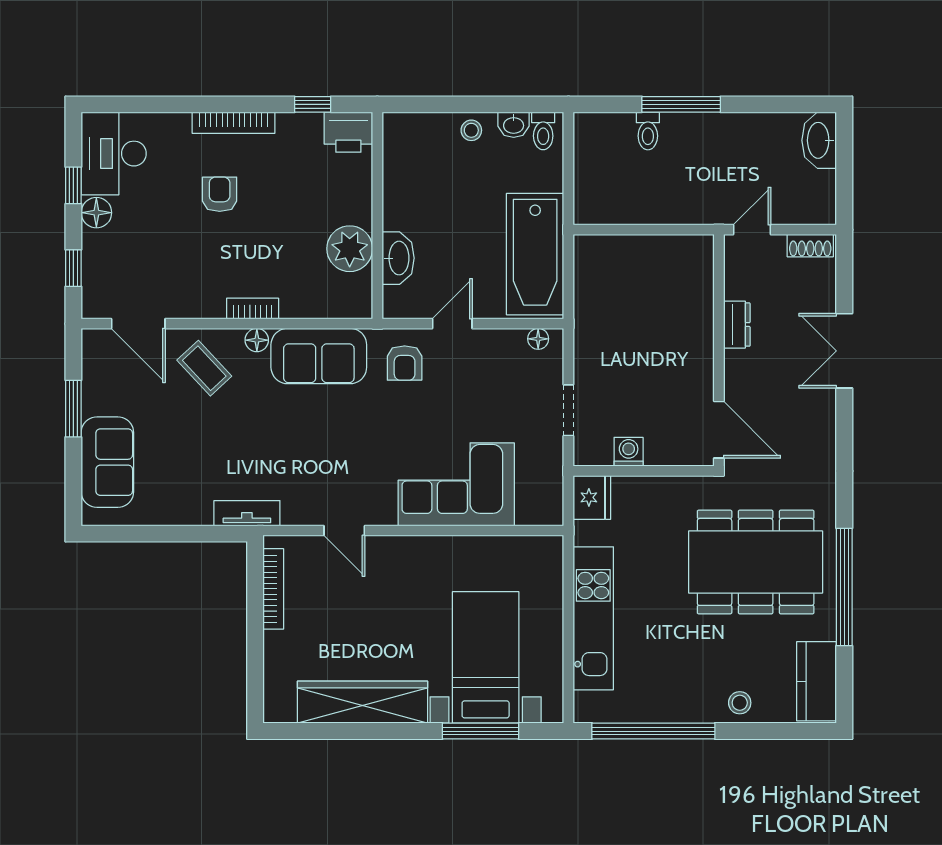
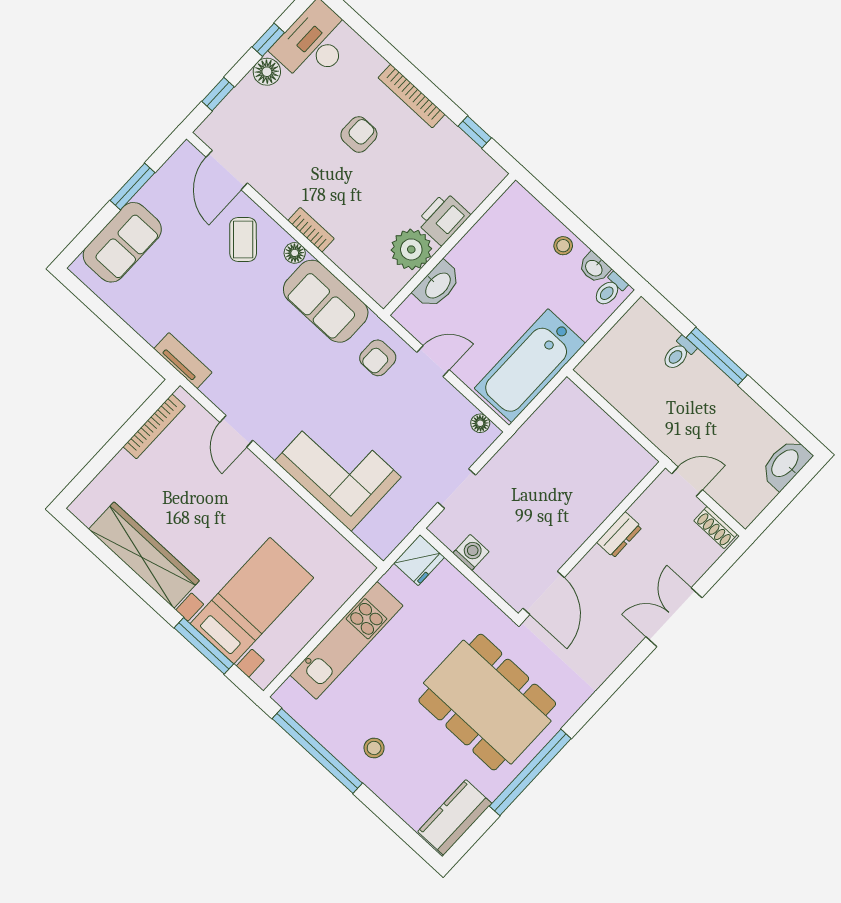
printer: (348, 132) -> (443, 219), moved, turned 90
stool: (740, 703) -> (374, 748), moved

